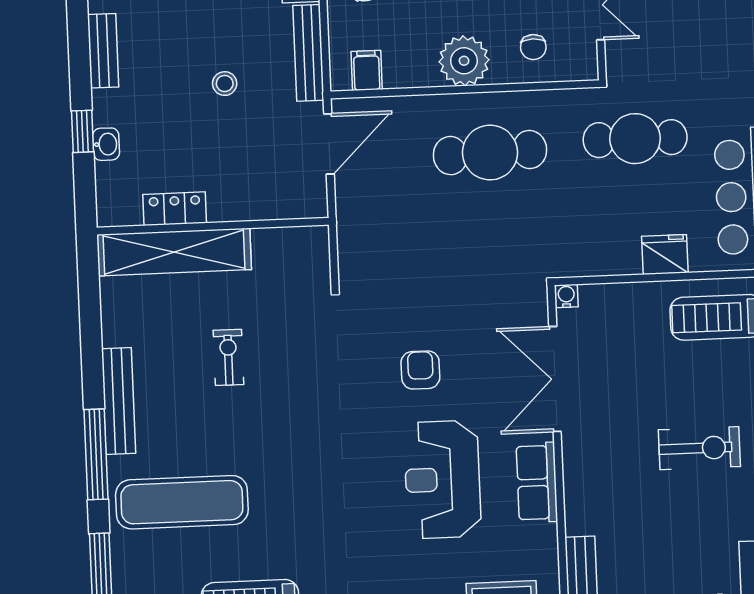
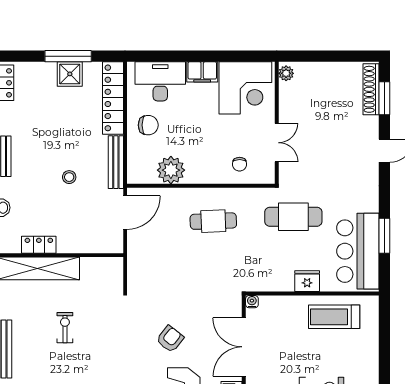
plant: (464, 61) -> (171, 170), moved
filing cabinet: (367, 70) -> (147, 173), removed
cafe table: (490, 153) -> (213, 221), width x0.73, depth x0.74
armchair: (420, 370) -> (170, 339), turned 38

